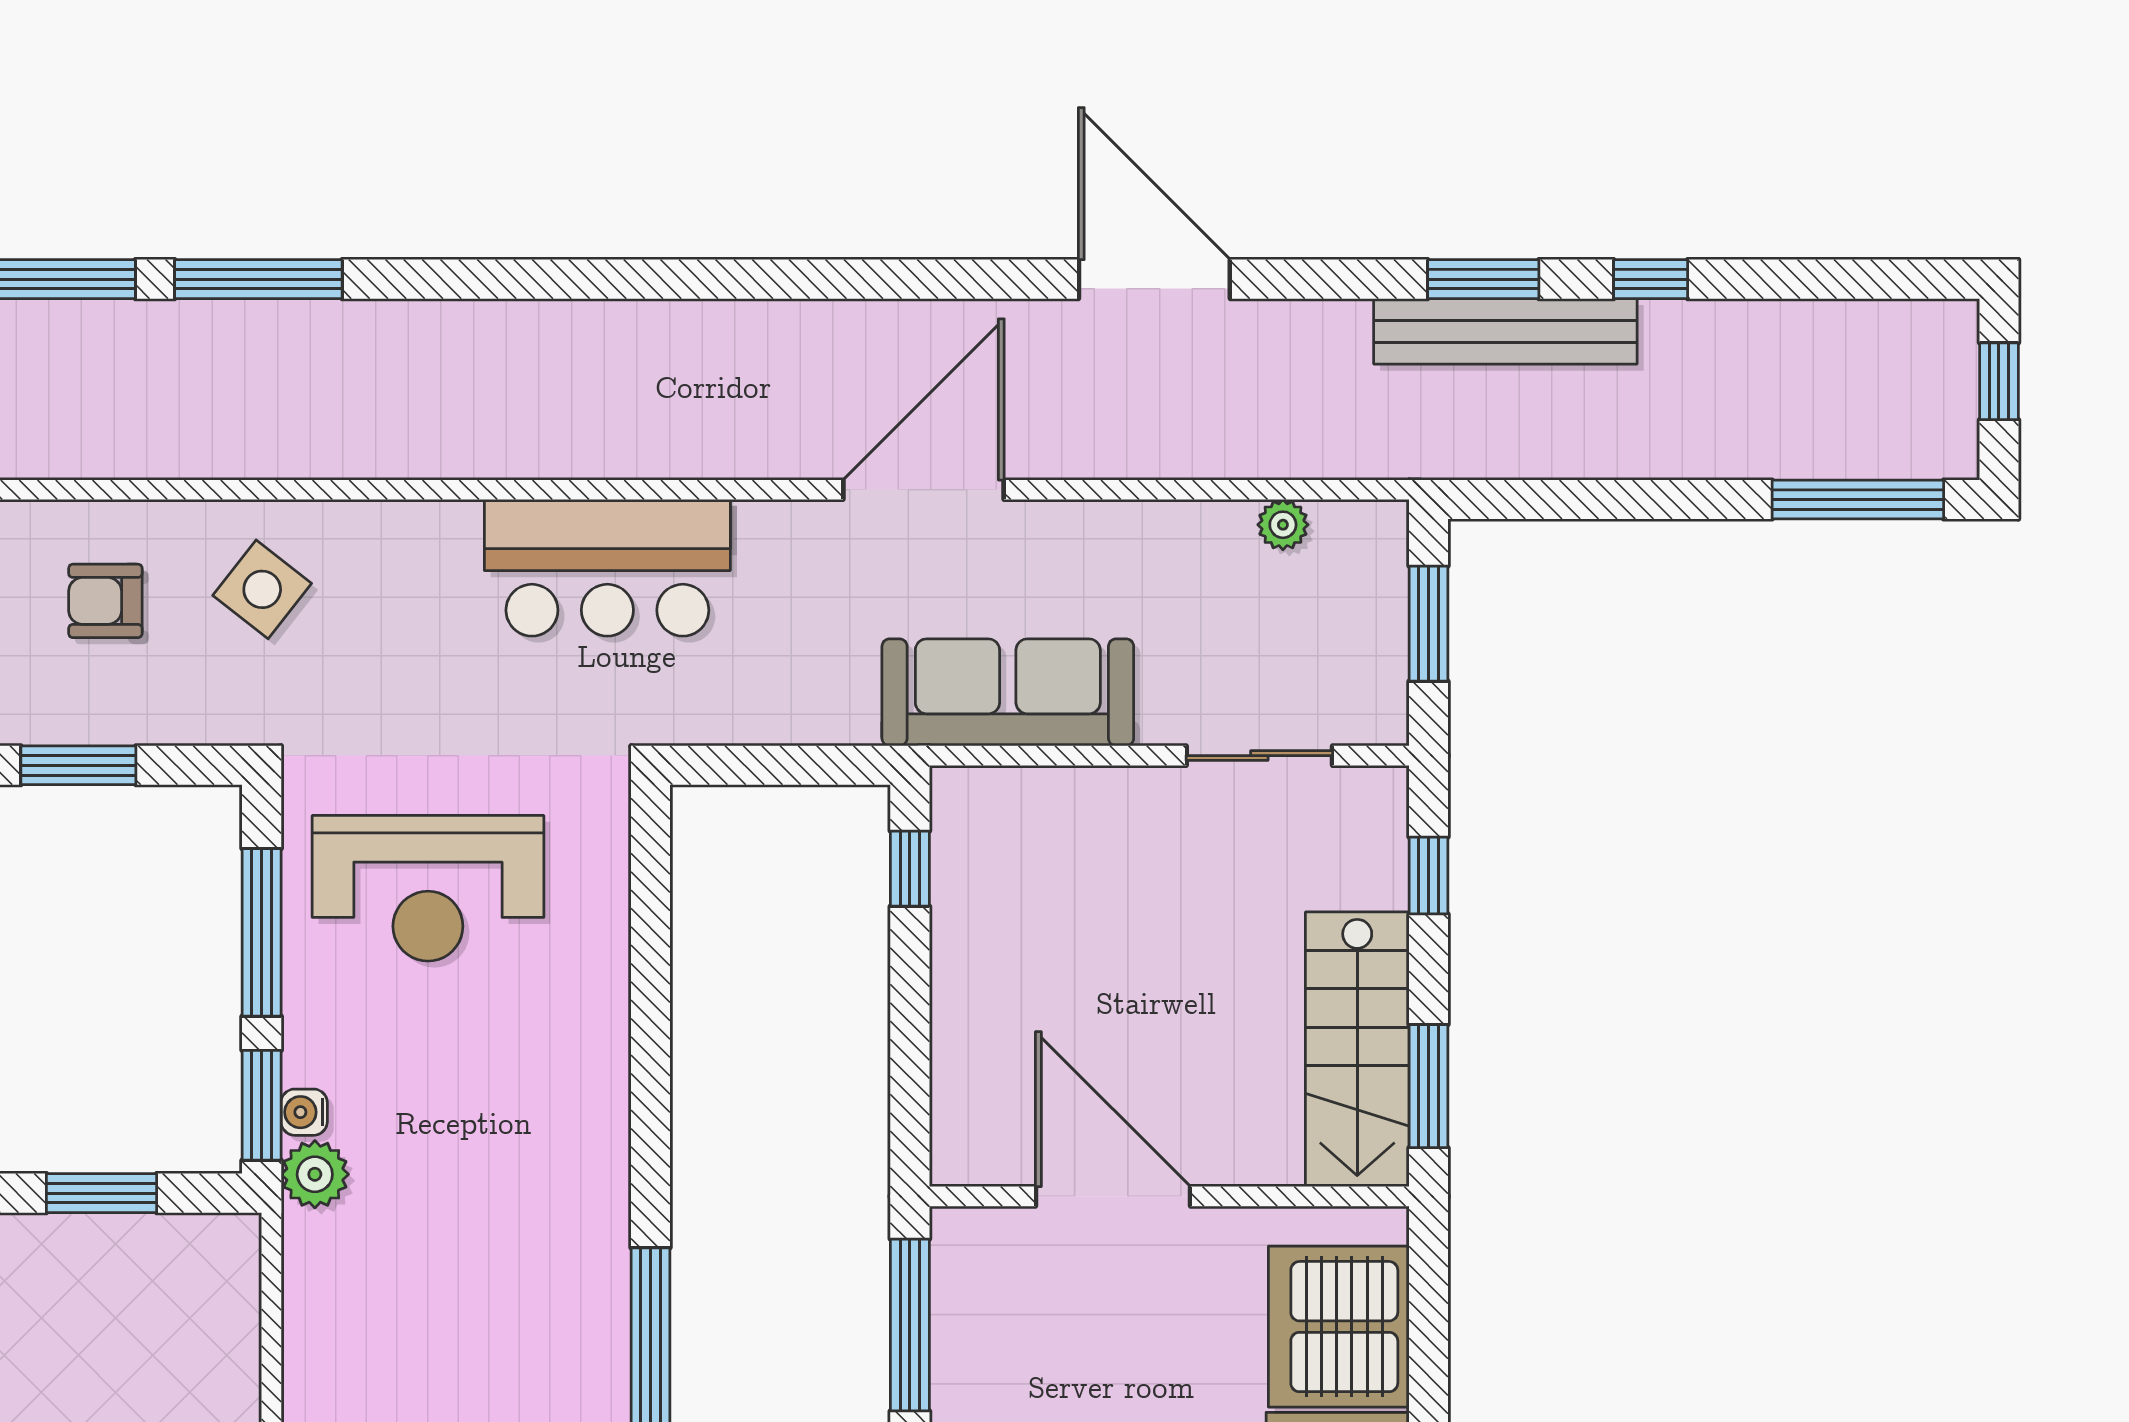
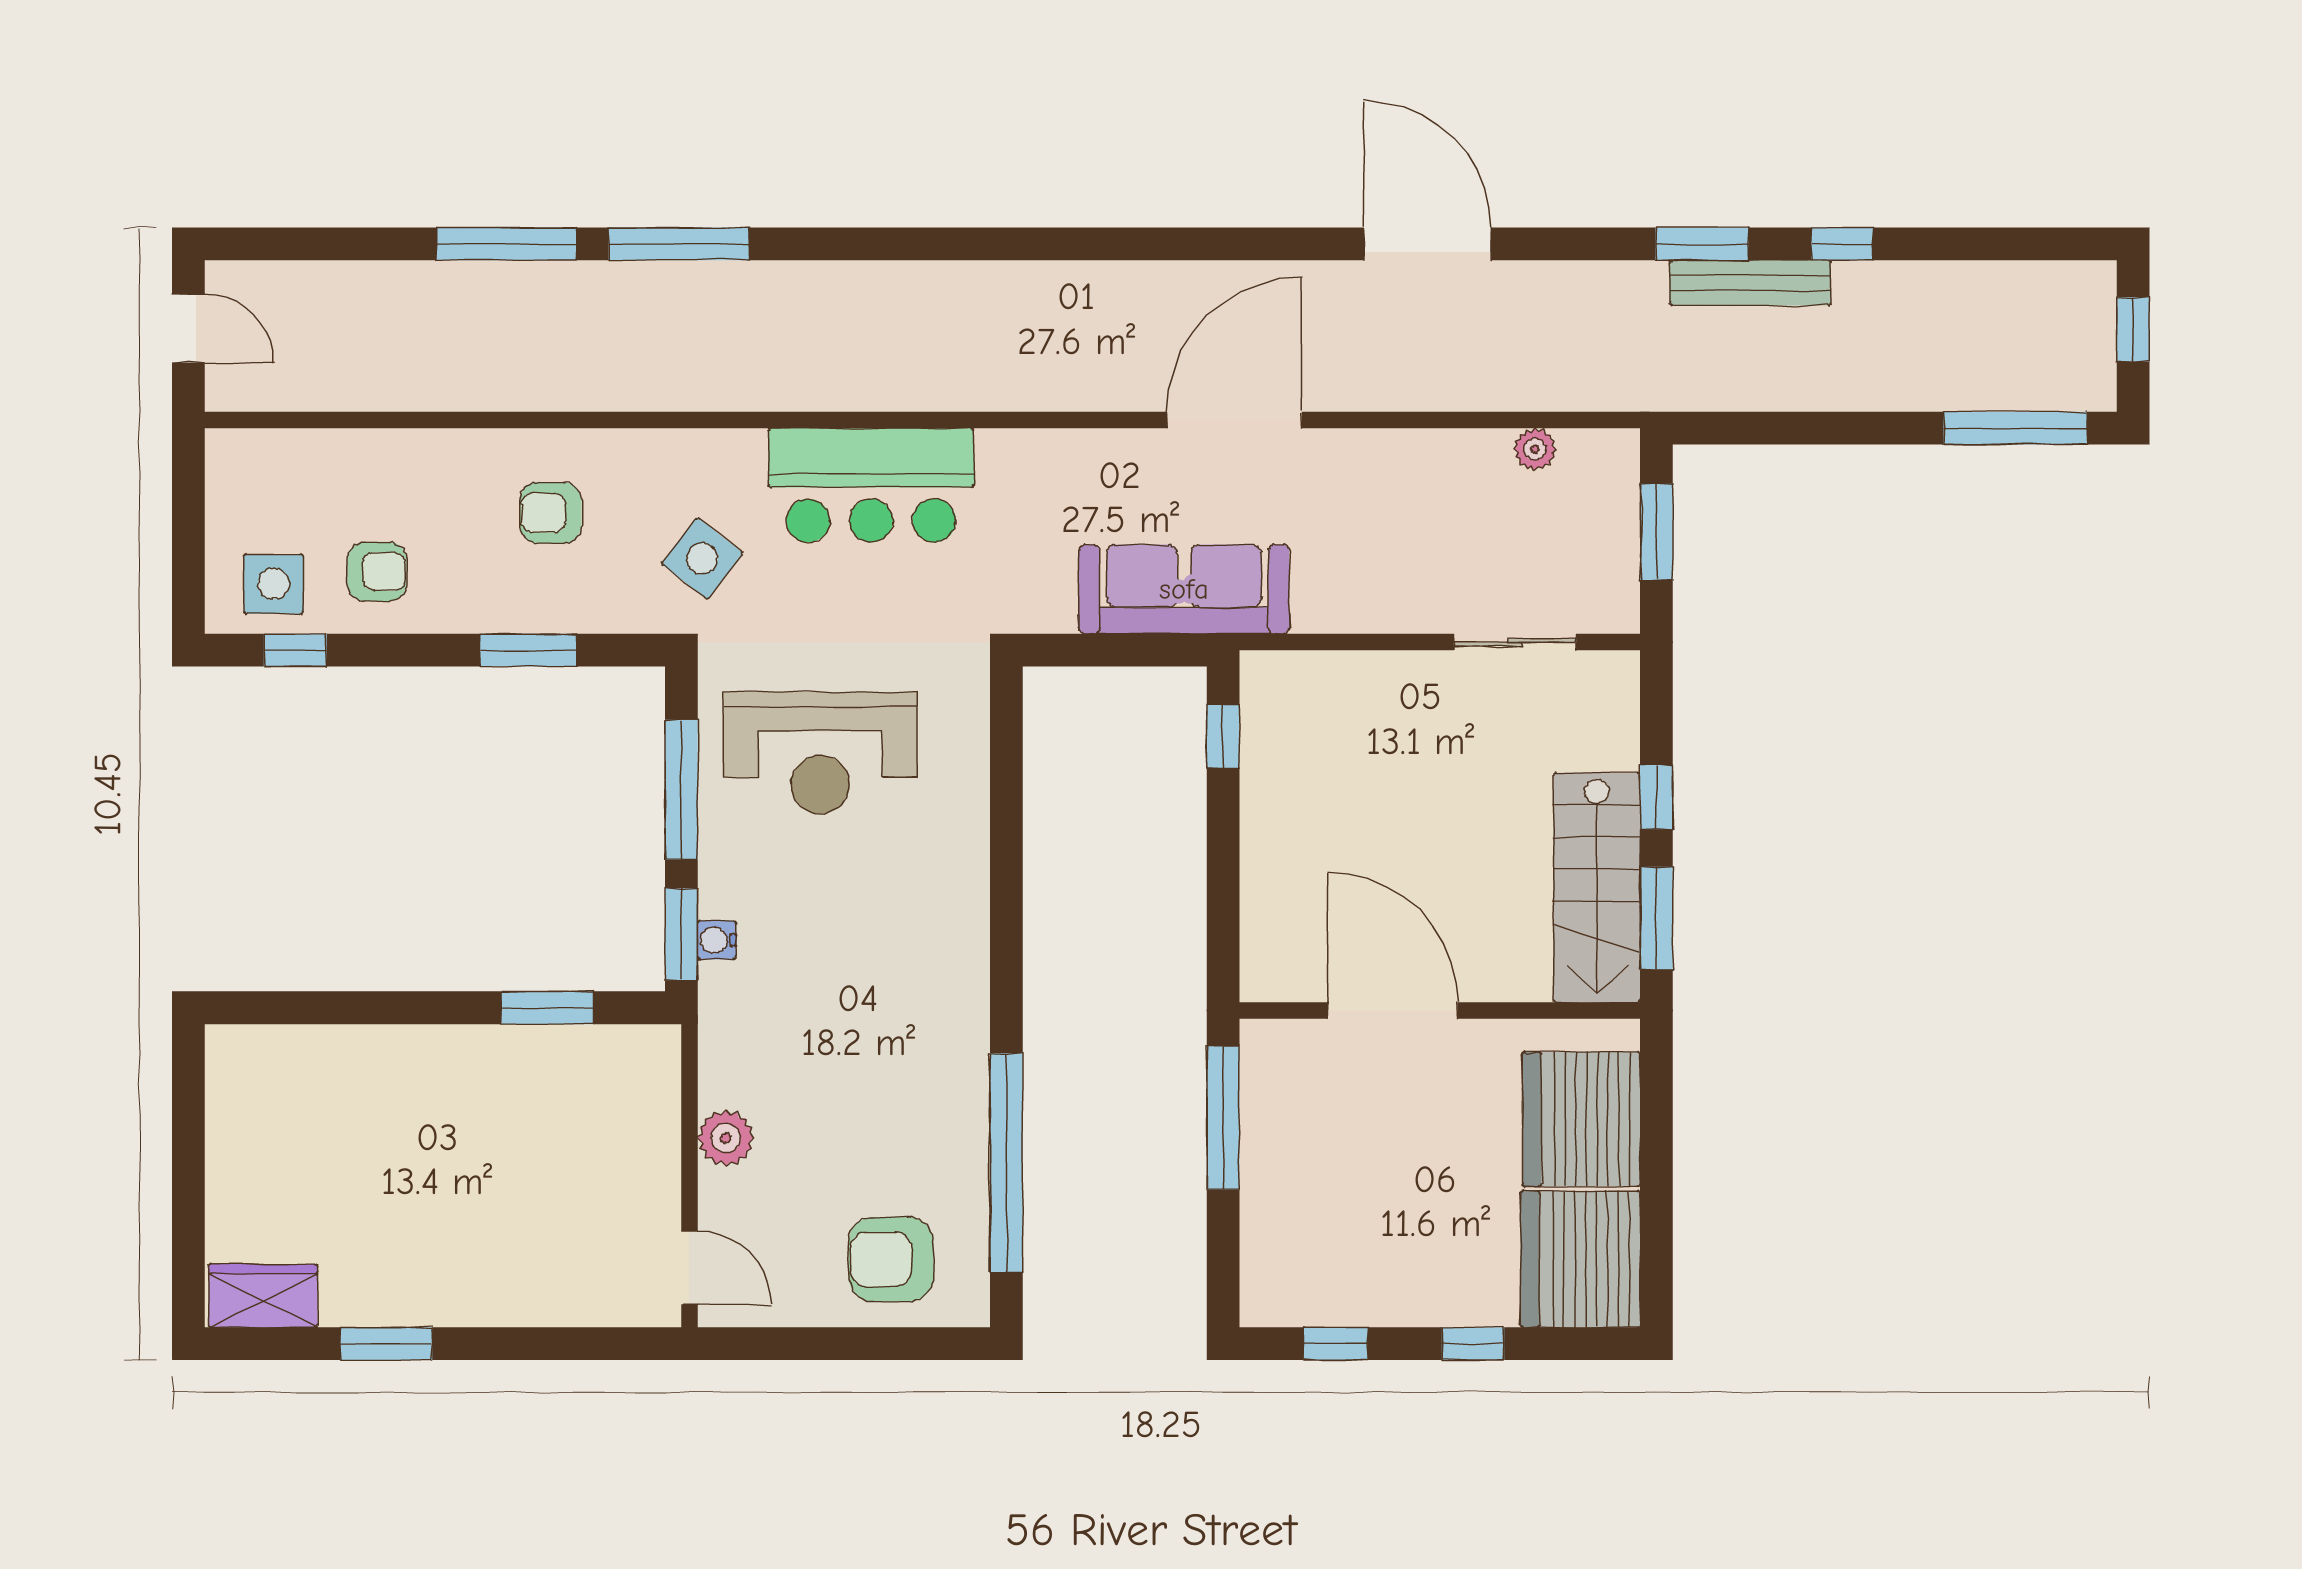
bench: (1505, 331) -> (1750, 283), width x0.73, depth x0.82
bar counter: (607, 568) -> (871, 485), moved
side table: (262, 589) -> (702, 559), moved
sofa: (1008, 692) -> (1184, 589), moved
window: (1428, 875) -> (1656, 797), moved
plant: (315, 1174) -> (726, 1138), moved

